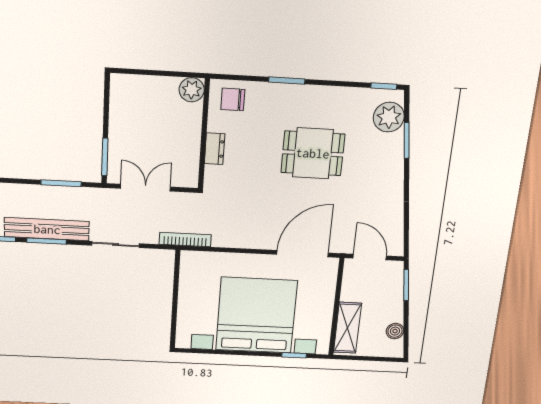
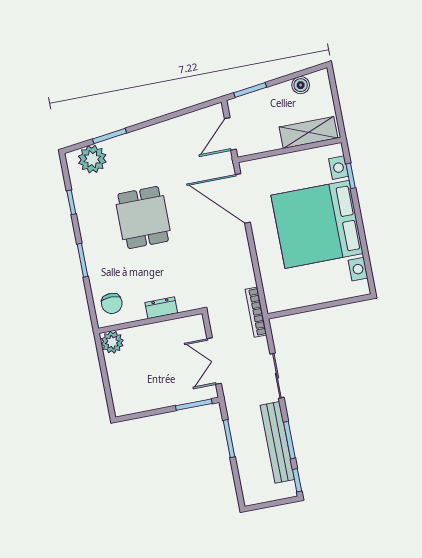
window: (384, 86) -> (71, 202), moved

